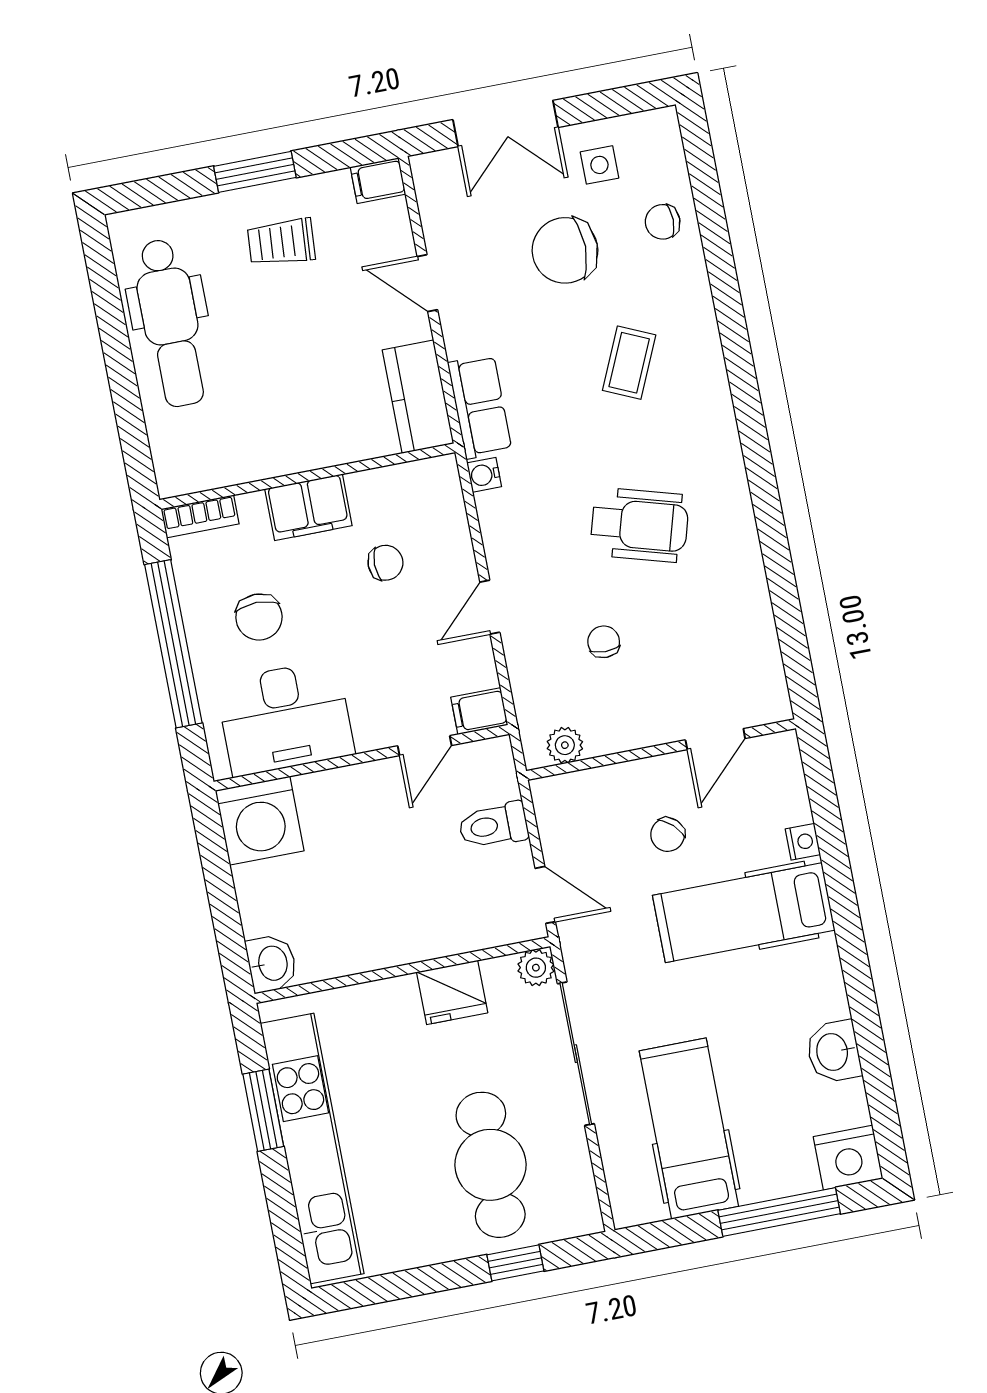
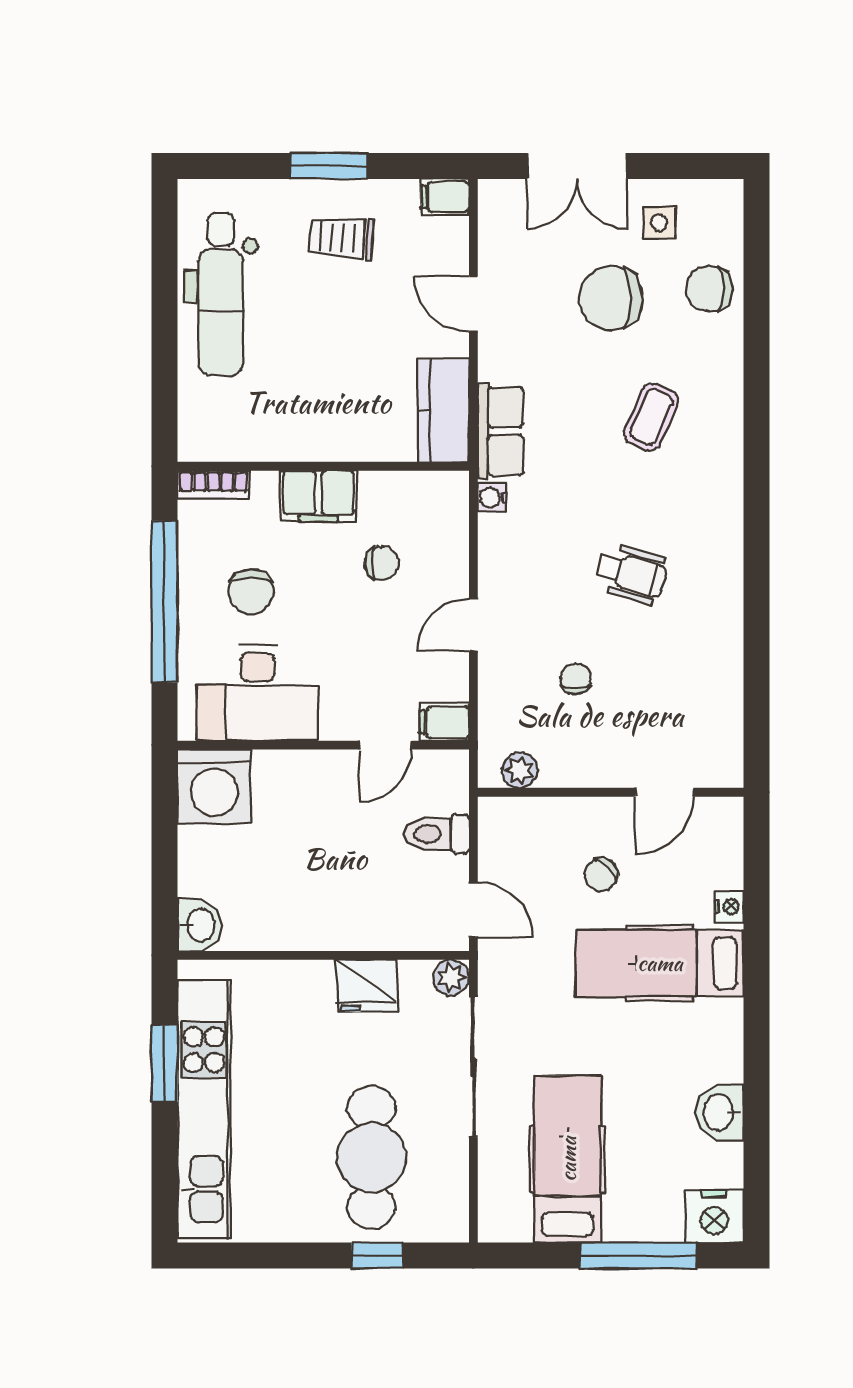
chair: (663, 222) -> (709, 289), width x1.37, depth x1.37
wheelchair: (640, 525) -> (631, 574), width x0.73, depth x0.73

